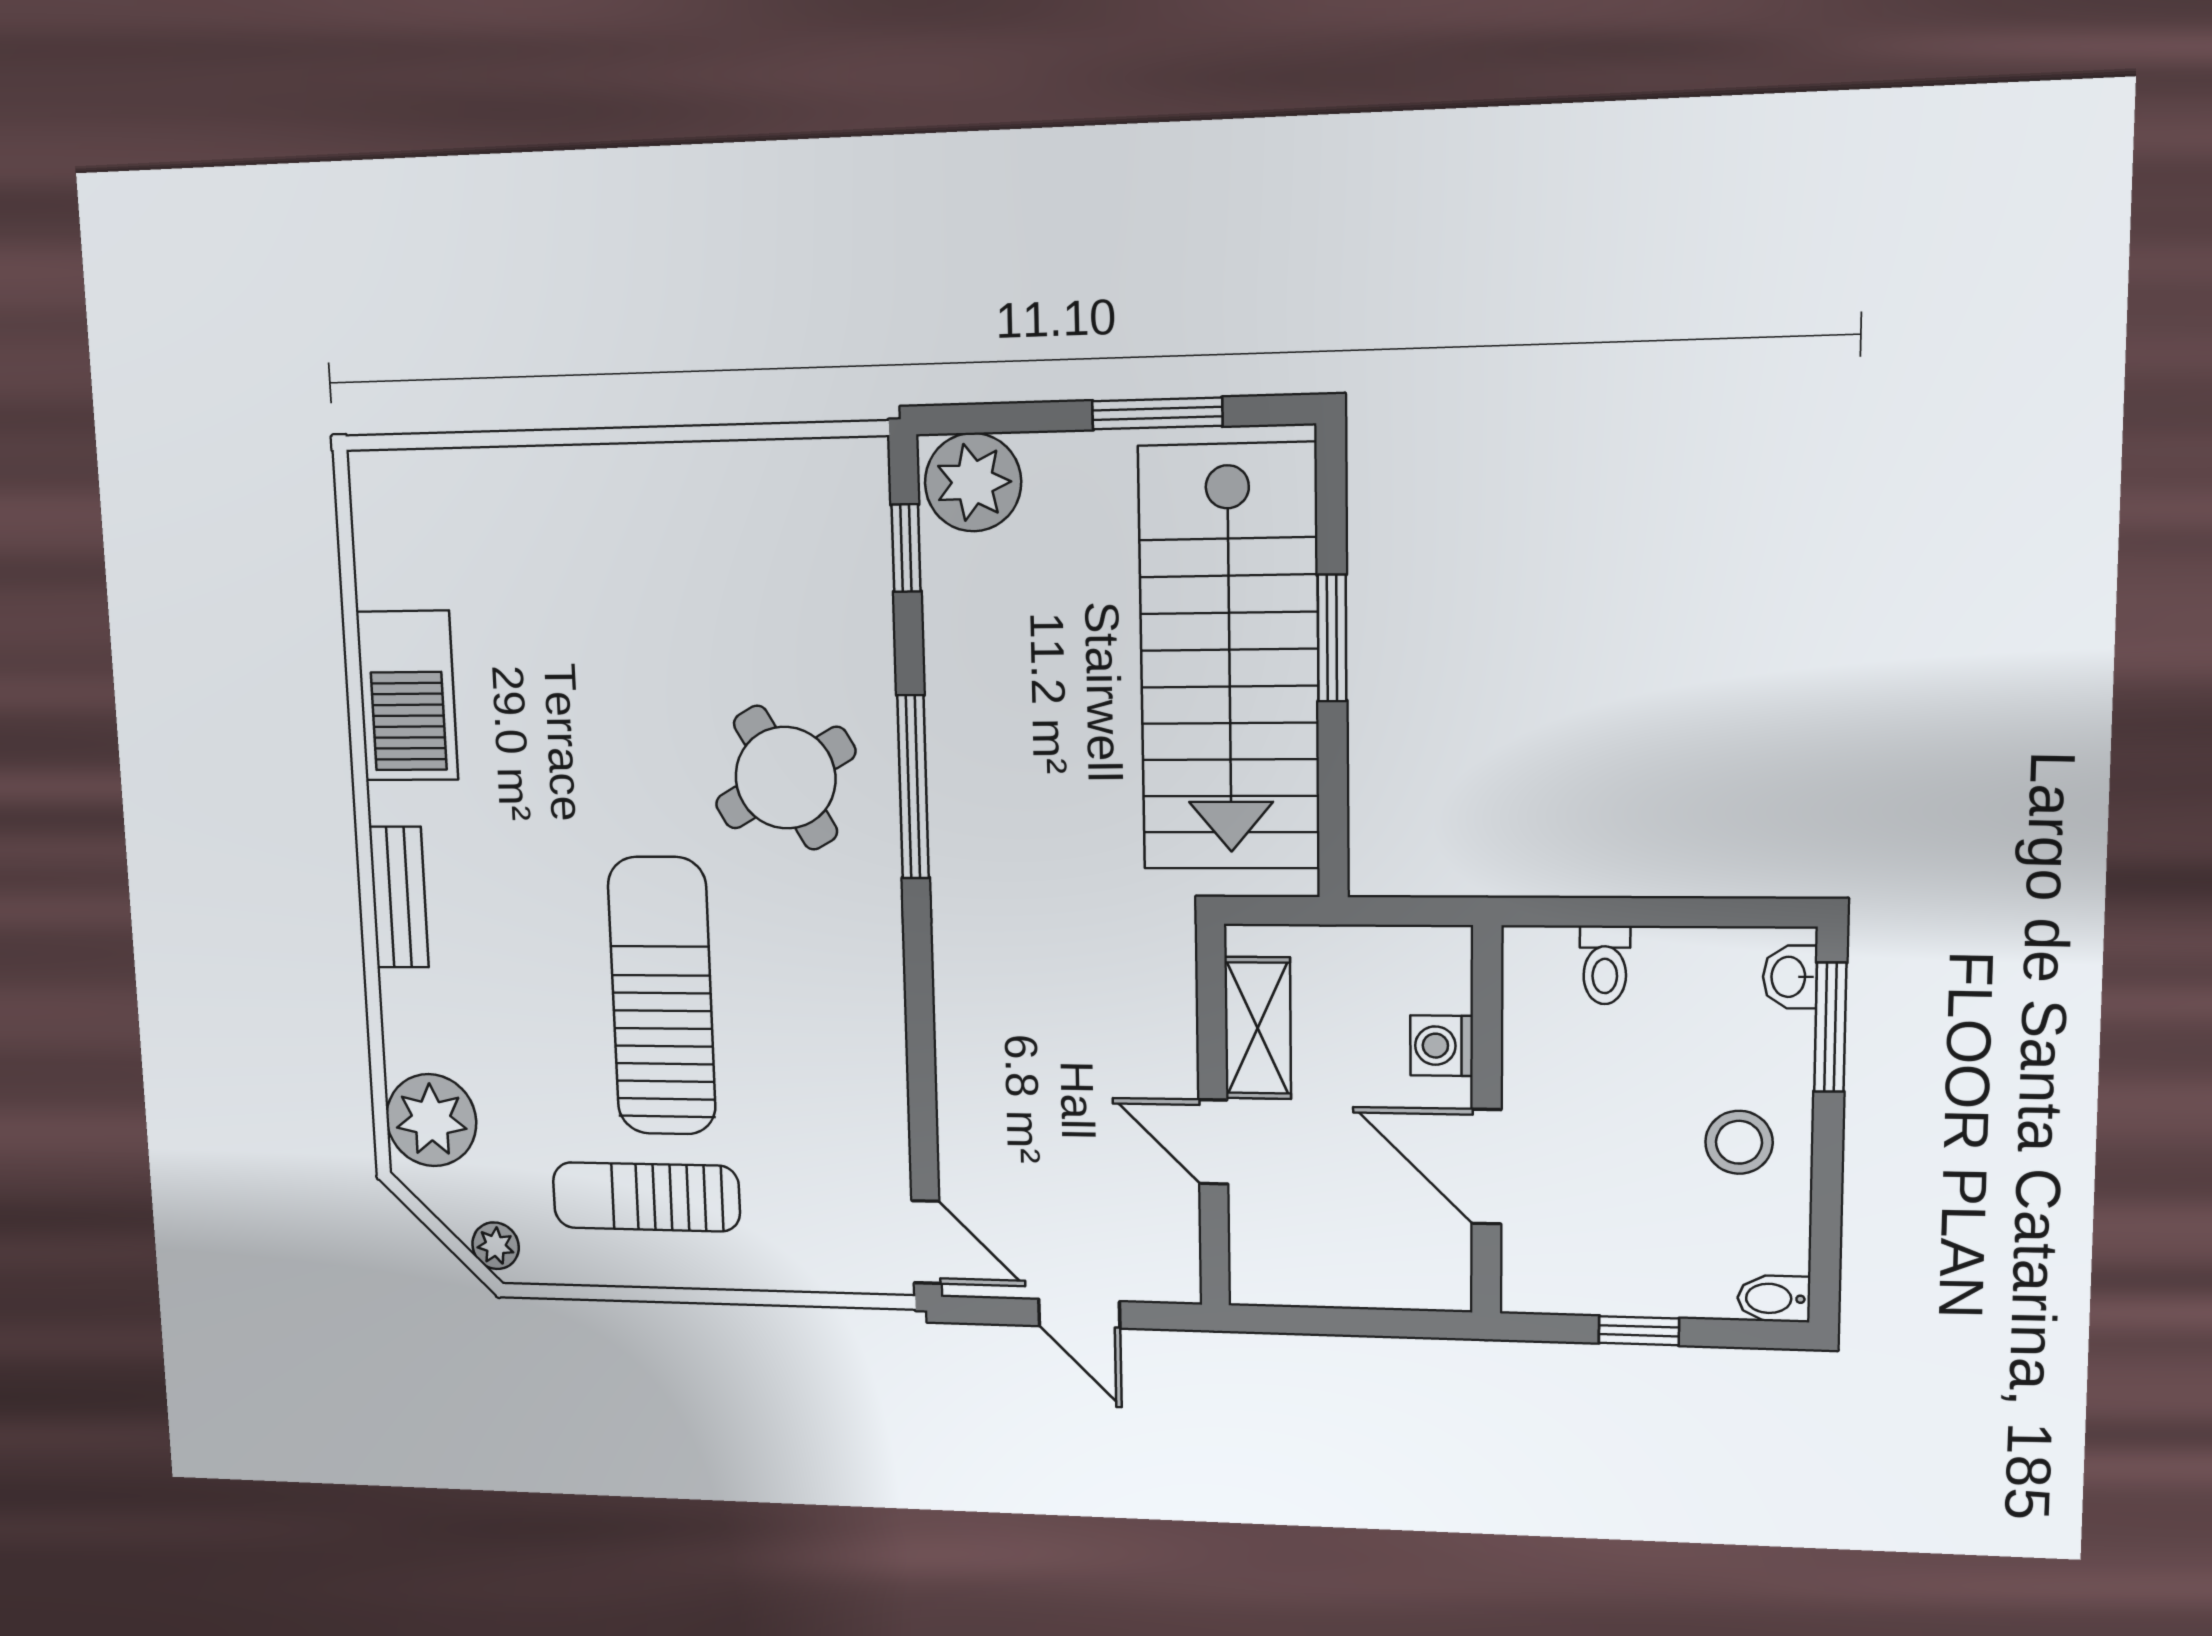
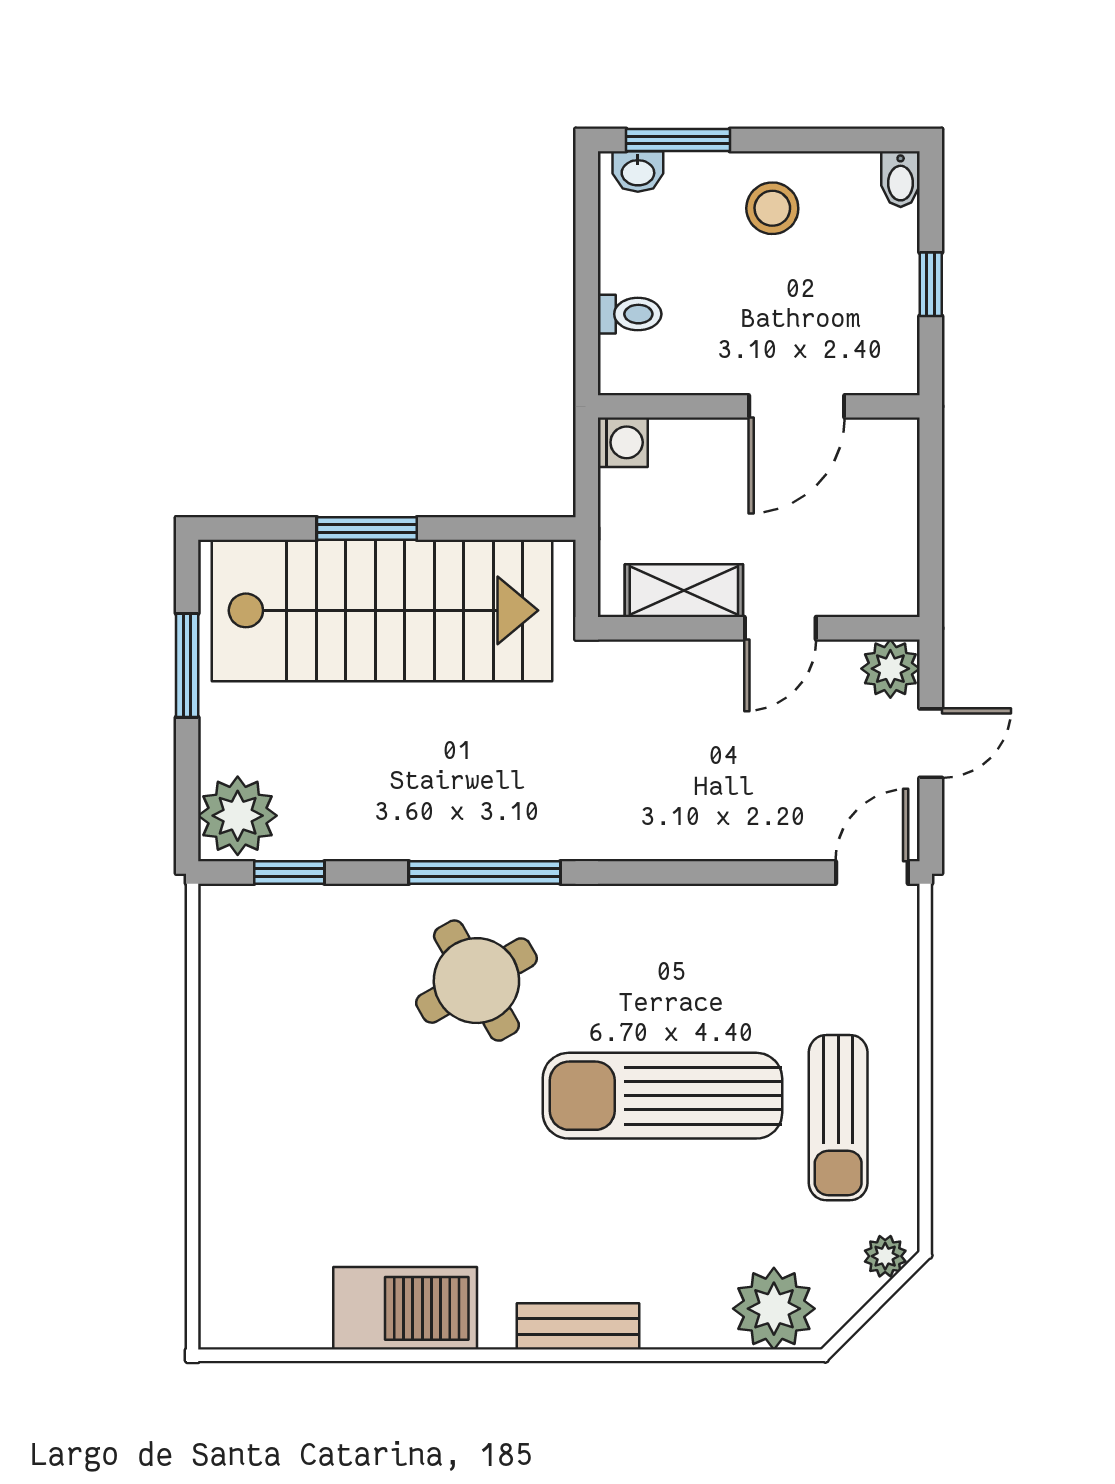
washing machine: (1442, 1046) -> (623, 442), moved, turned -90
plant: (1167, 1270) -> (890, 669), added

